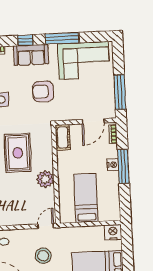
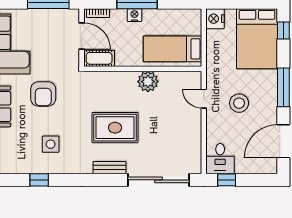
cot: (63, 137) -> (99, 58), moved
wall: (56, 174) -> (143, 69), moved
plant: (45, 179) -> (148, 82), moved

